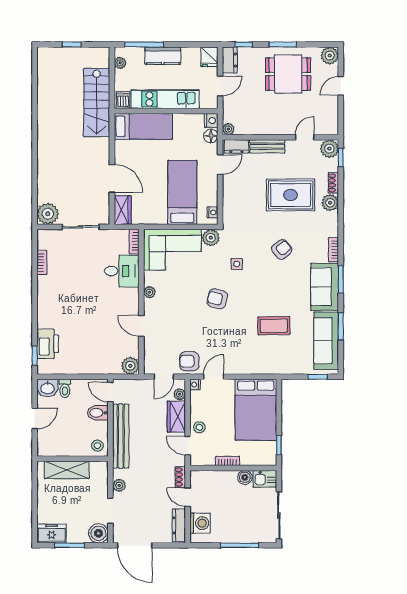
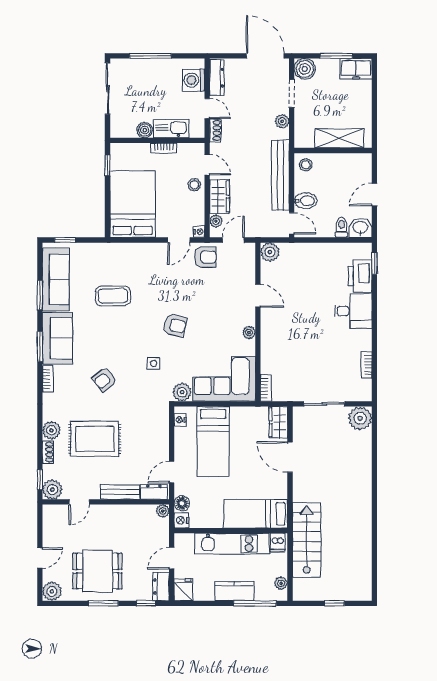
desk: (122, 271) -> (353, 311), moved, turned 180
kitchen sink: (265, 479) -> (171, 129), moved, width x1.38

